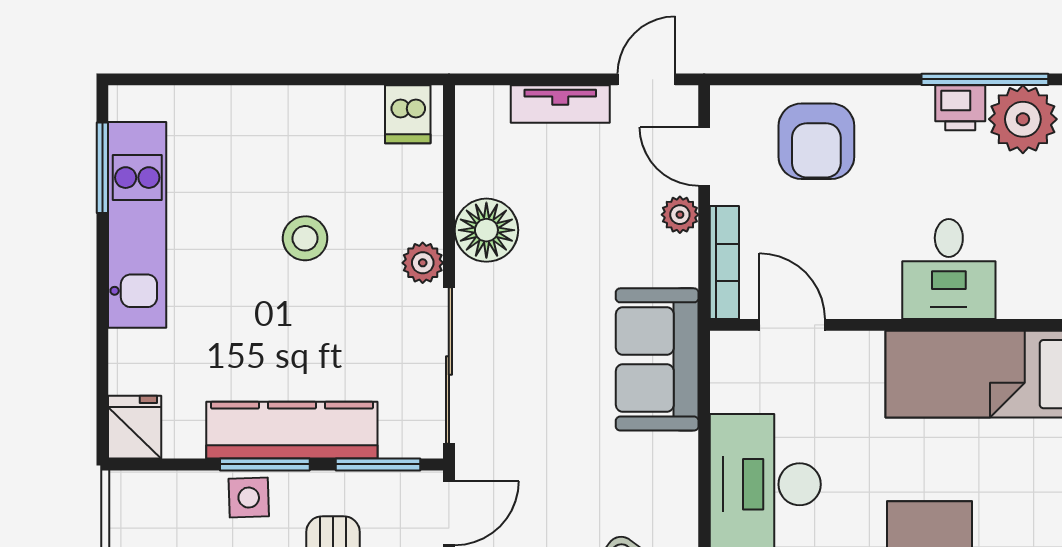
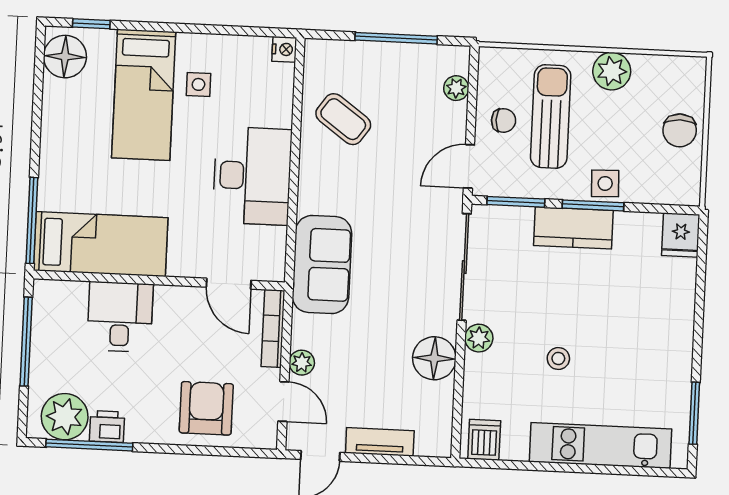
kitchen unit: (137, 225) -> (600, 445), moved, turned 90
stool: (305, 238) -> (558, 359), width x0.73, depth x0.73
kitchen counter: (292, 430) -> (573, 228), width x0.67

